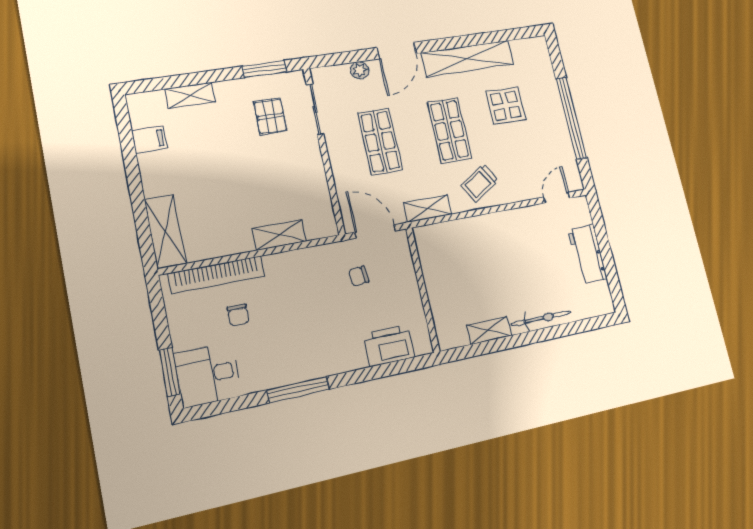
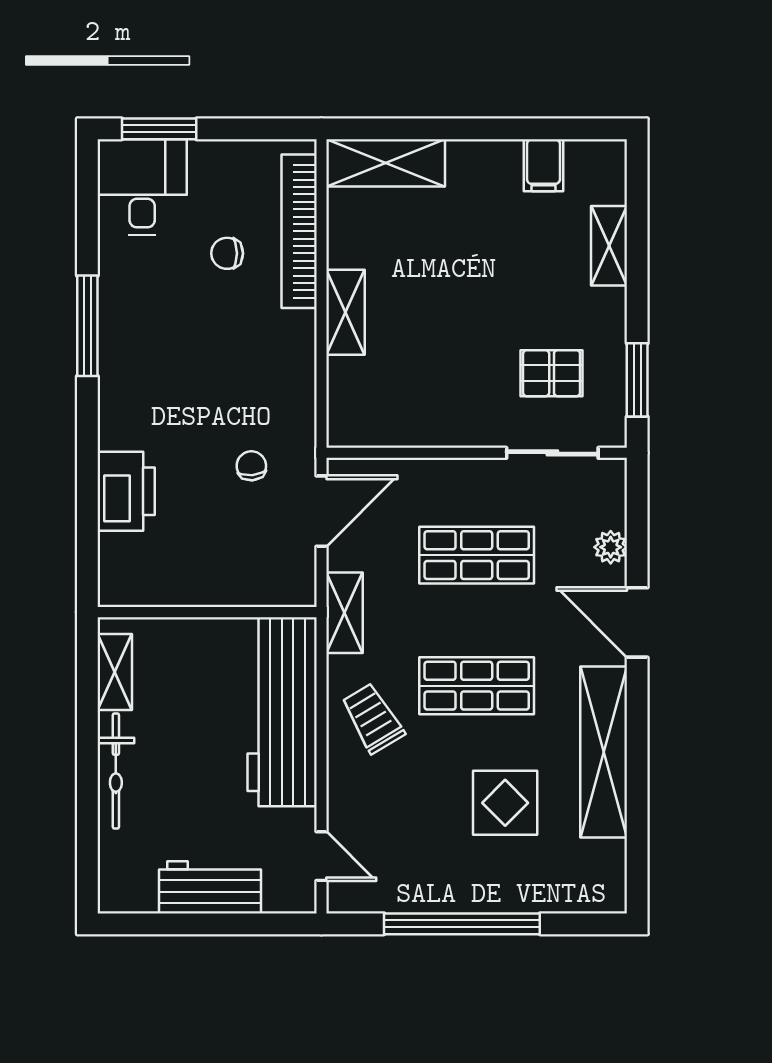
workbench: (488, 233) -> (282, 712), added
shelving: (279, 235) -> (346, 312), moved
wall: (423, 290) -> (207, 612), moved

